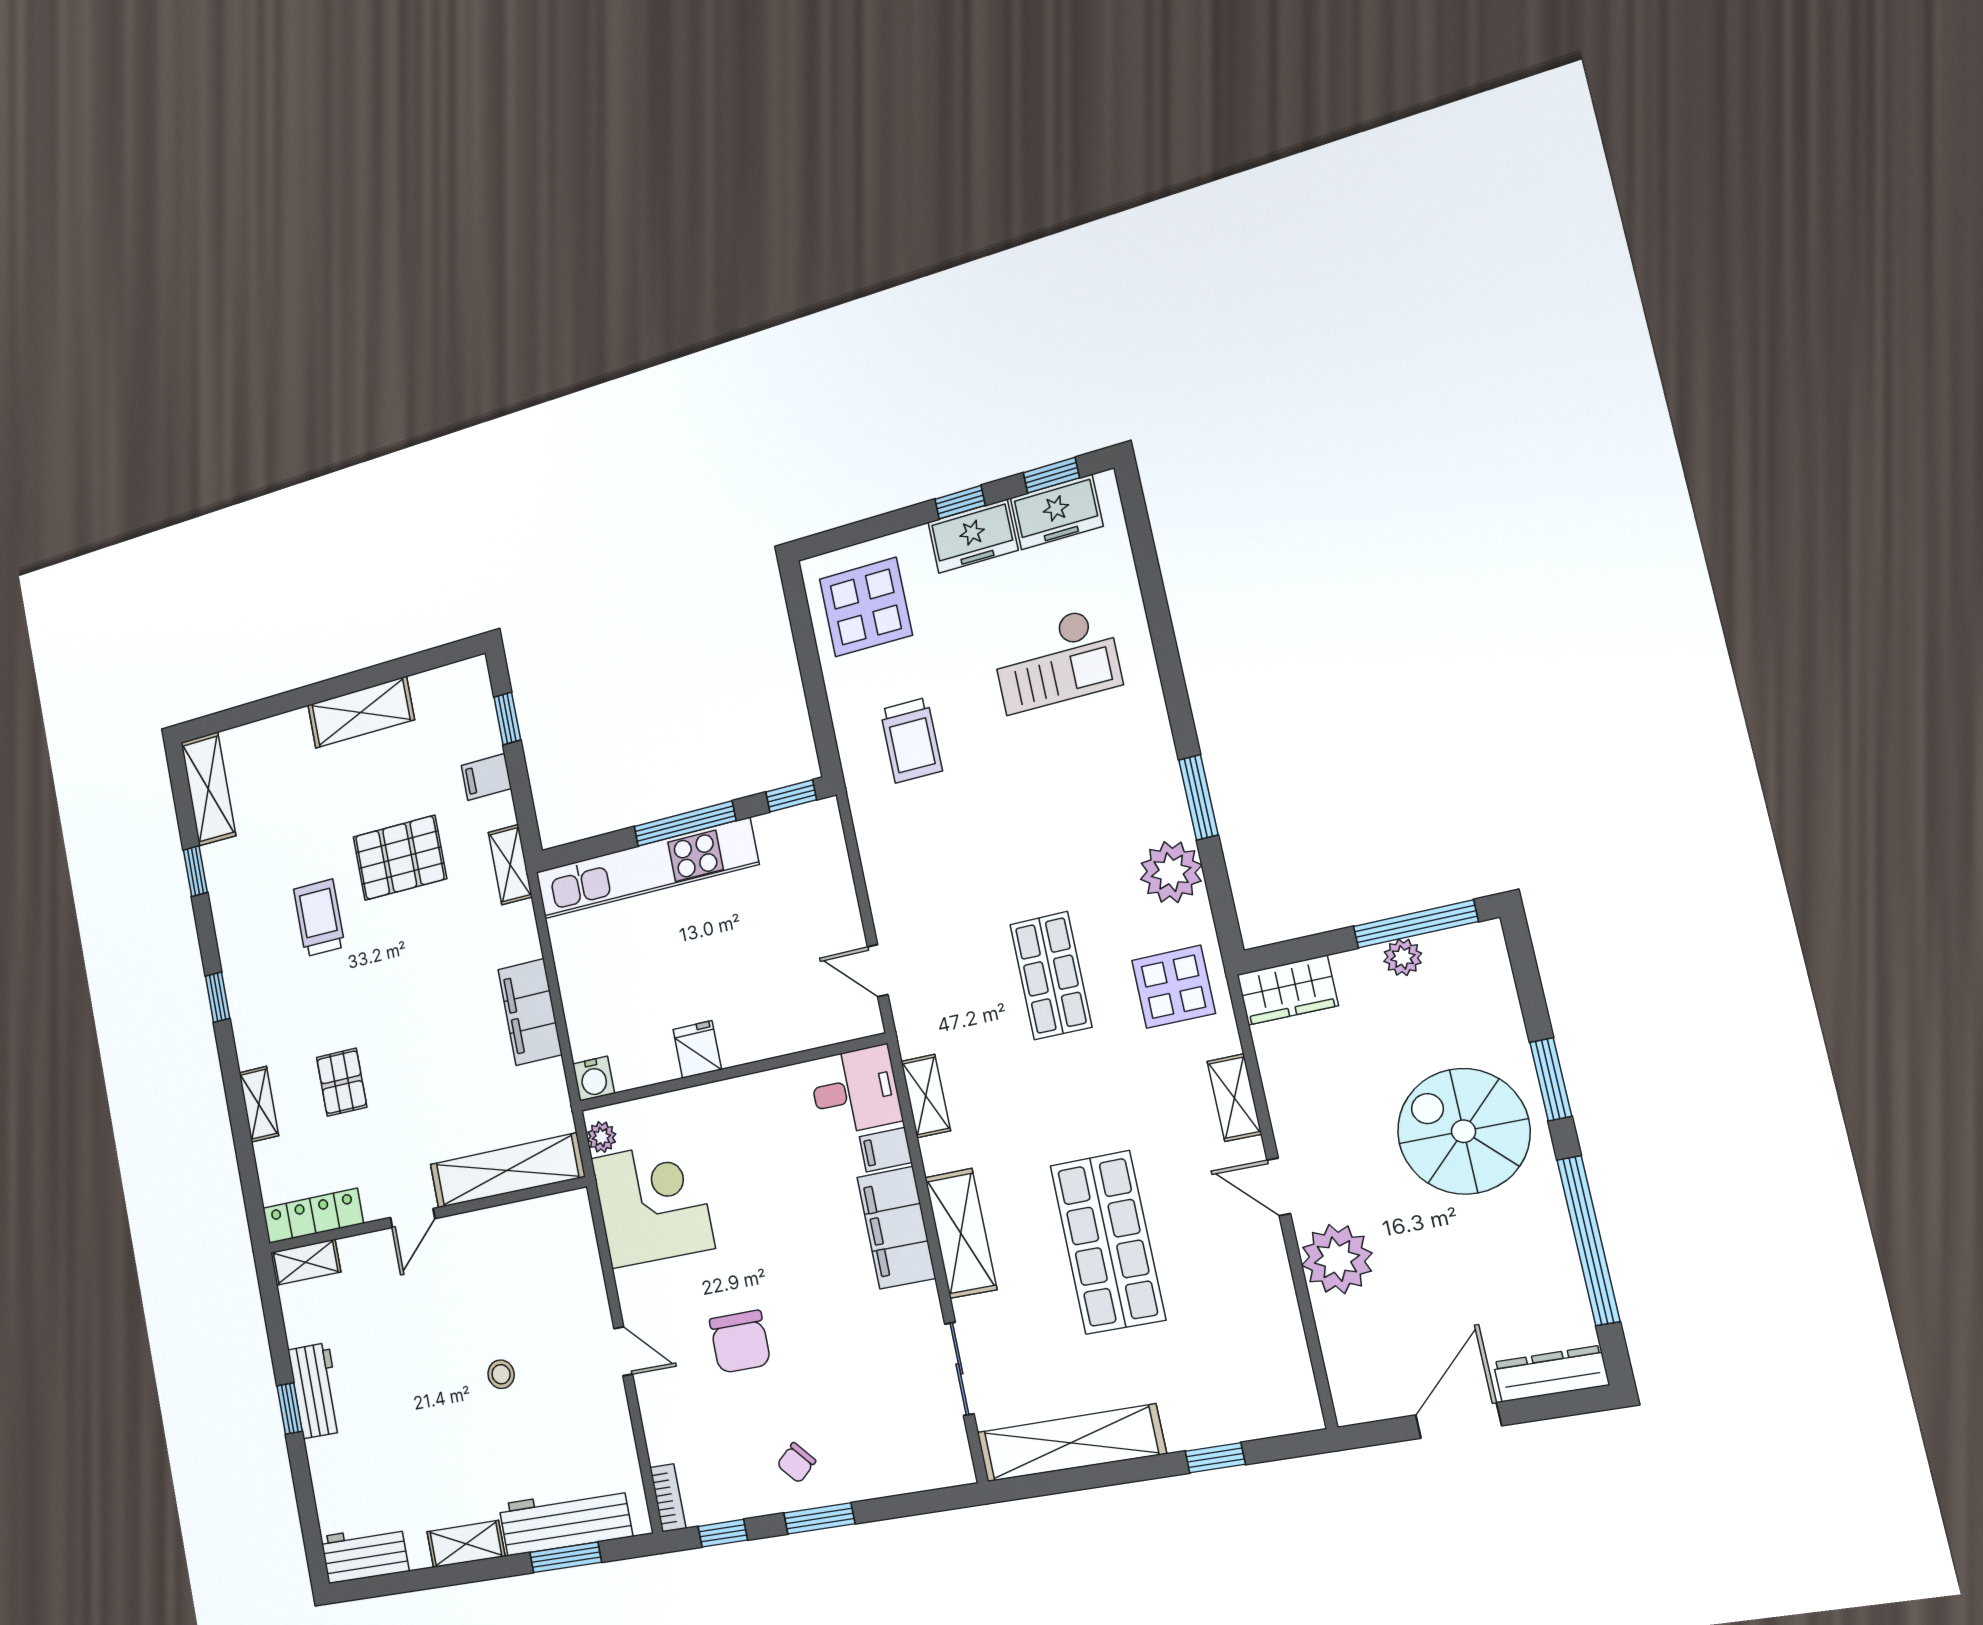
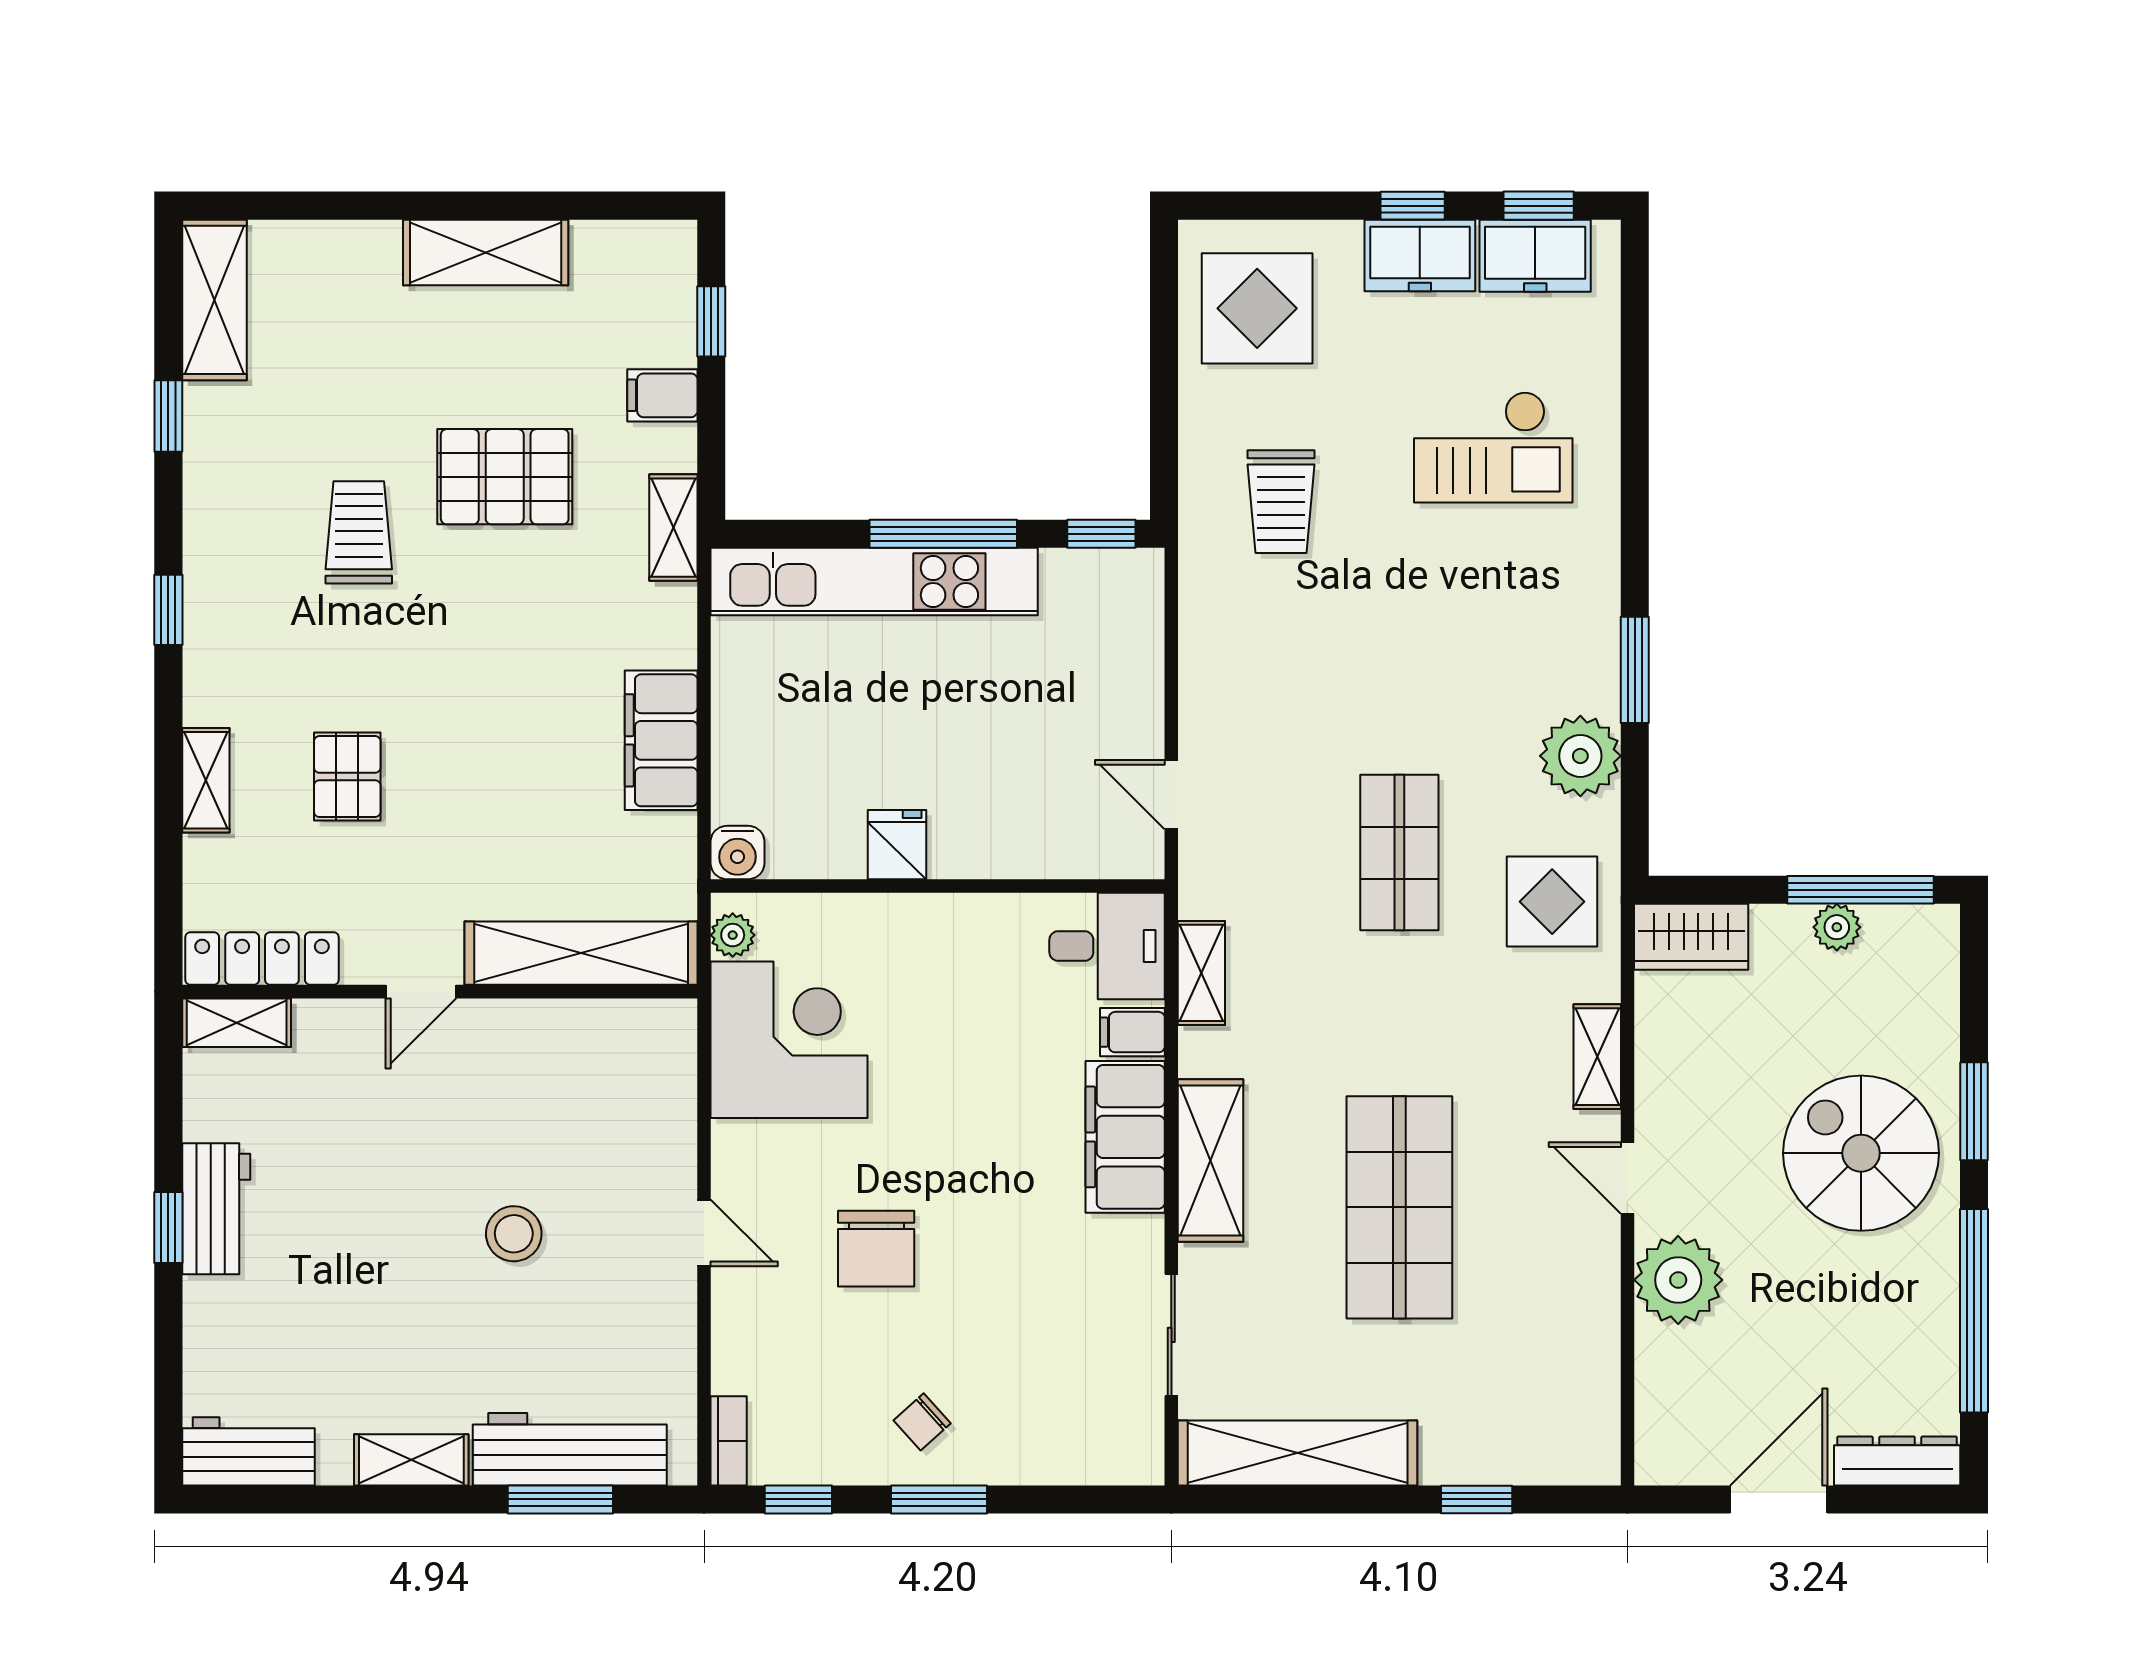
stool: (501, 1374) -> (514, 1234), width x1.37, depth x1.37

